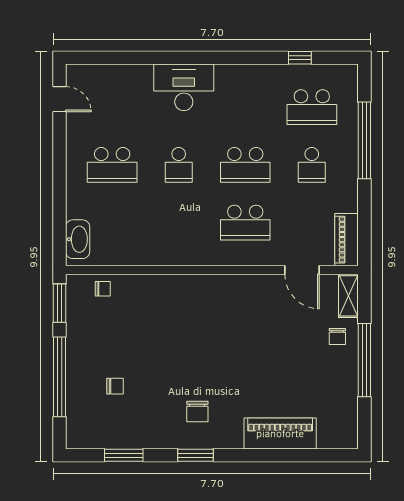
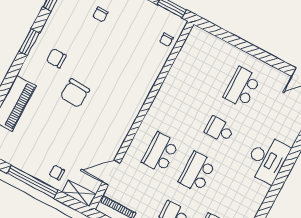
washbasin: (78, 239) -> (206, 40), removed
chair: (228, 366) -> (75, 93), added

